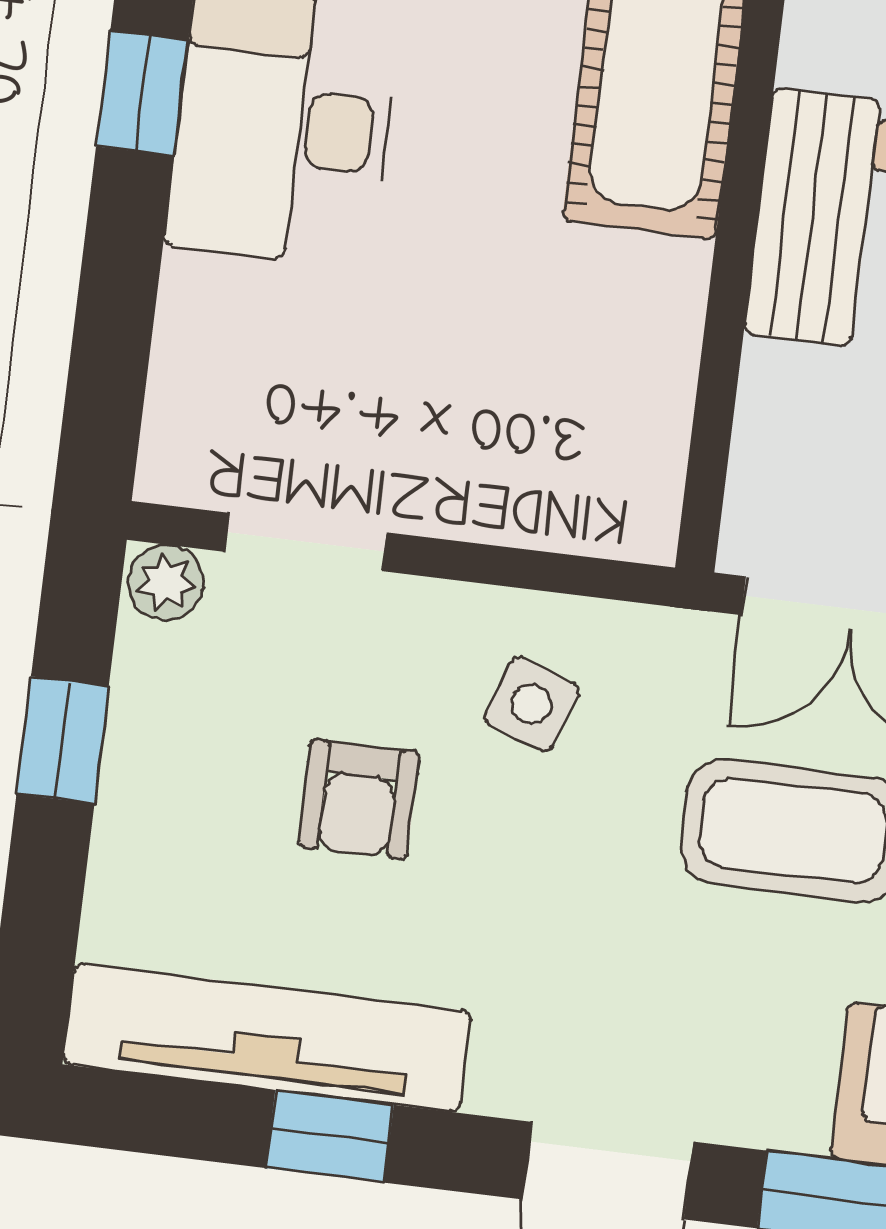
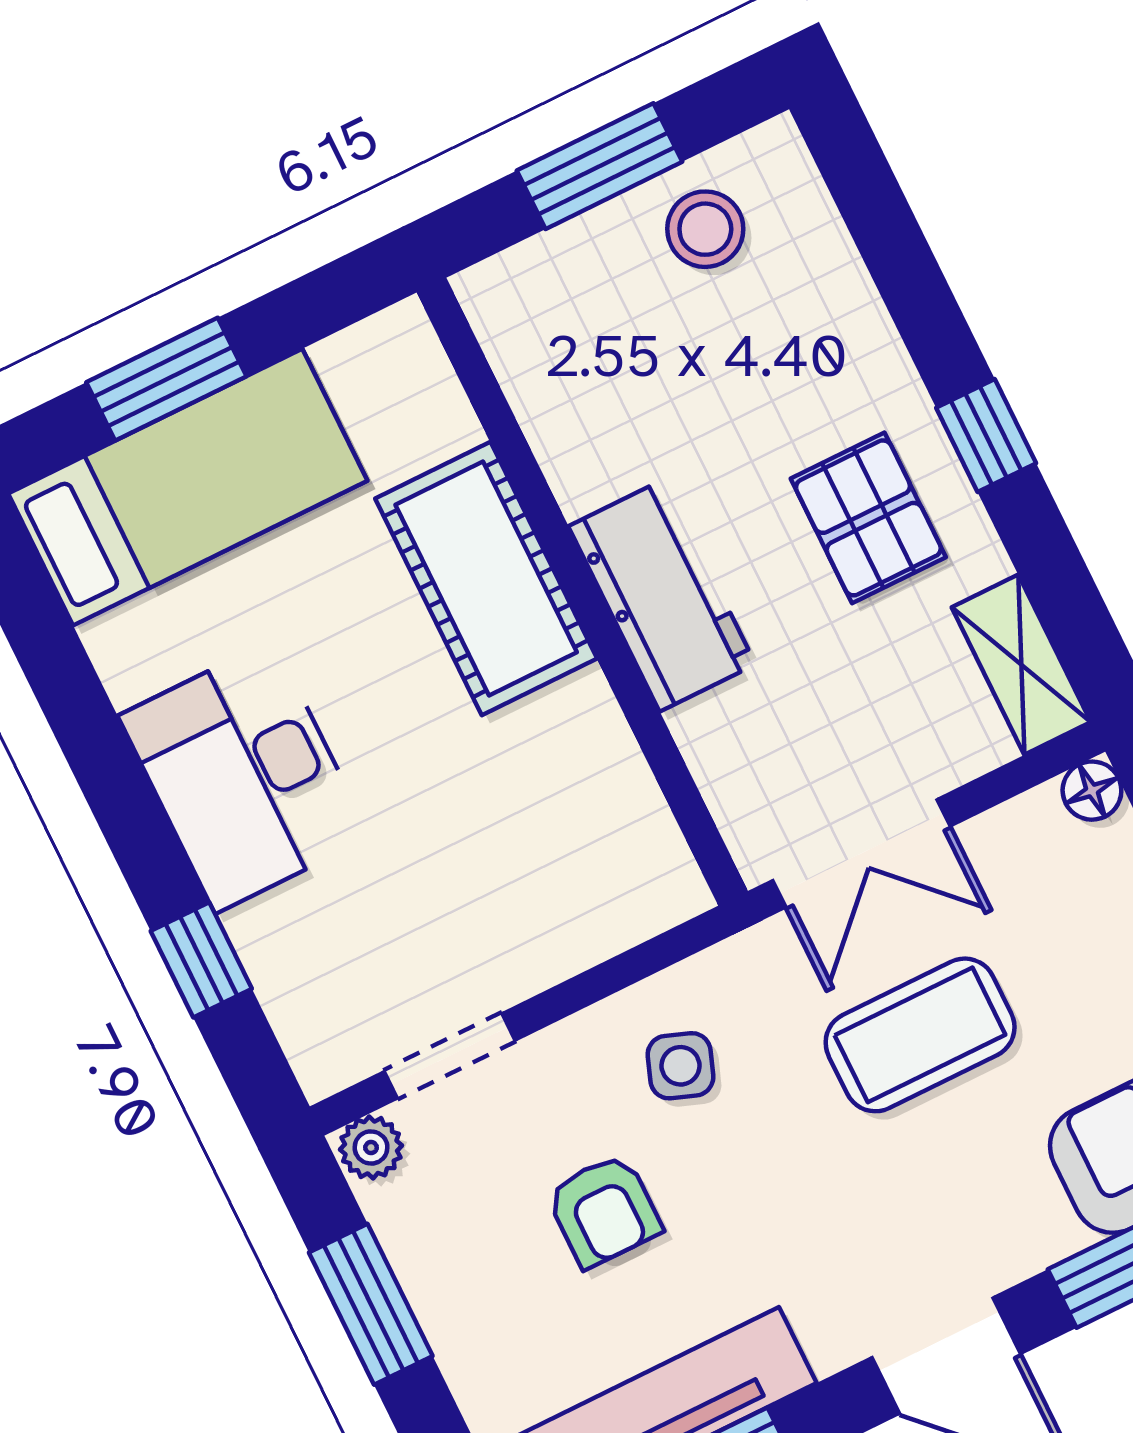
window: (142, 93) -> (201, 960), moved
window: (63, 740) -> (371, 1304), width x1.50

